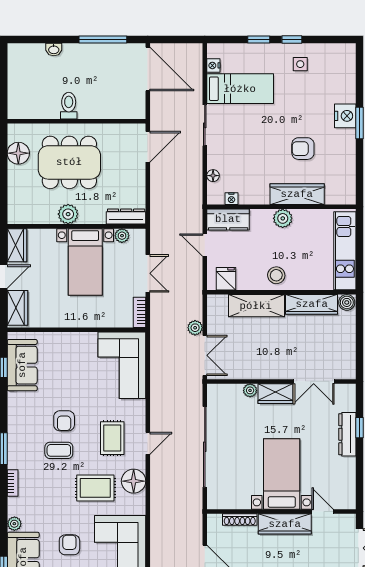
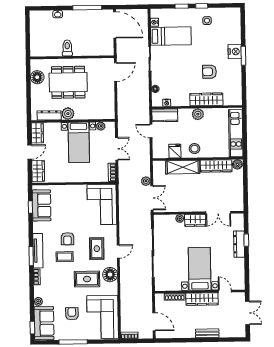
dresser: (126, 217) -> (49, 115), moved
fridge: (226, 279) -> (175, 151), moved
tv unit: (15, 440) -> (38, 251), added

